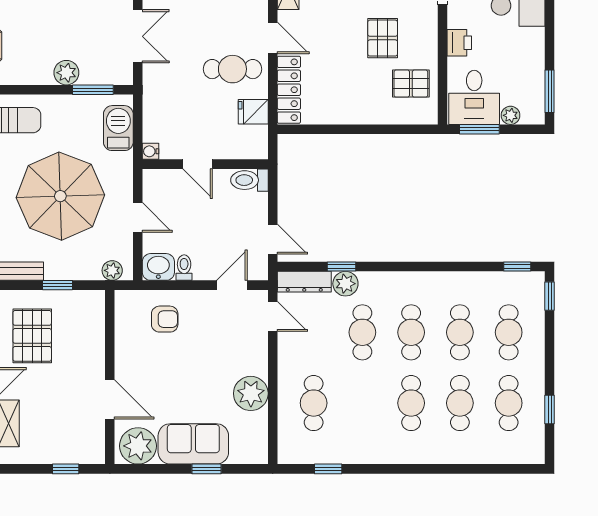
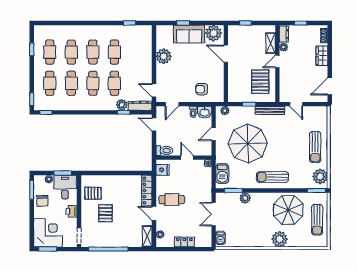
chair: (525, 66) -> (42, 201), added
fridge: (253, 112) -> (163, 170), moved
door: (138, 217) -> (214, 134), hinge flipped
cafe table: (314, 403) -> (114, 52), moved

